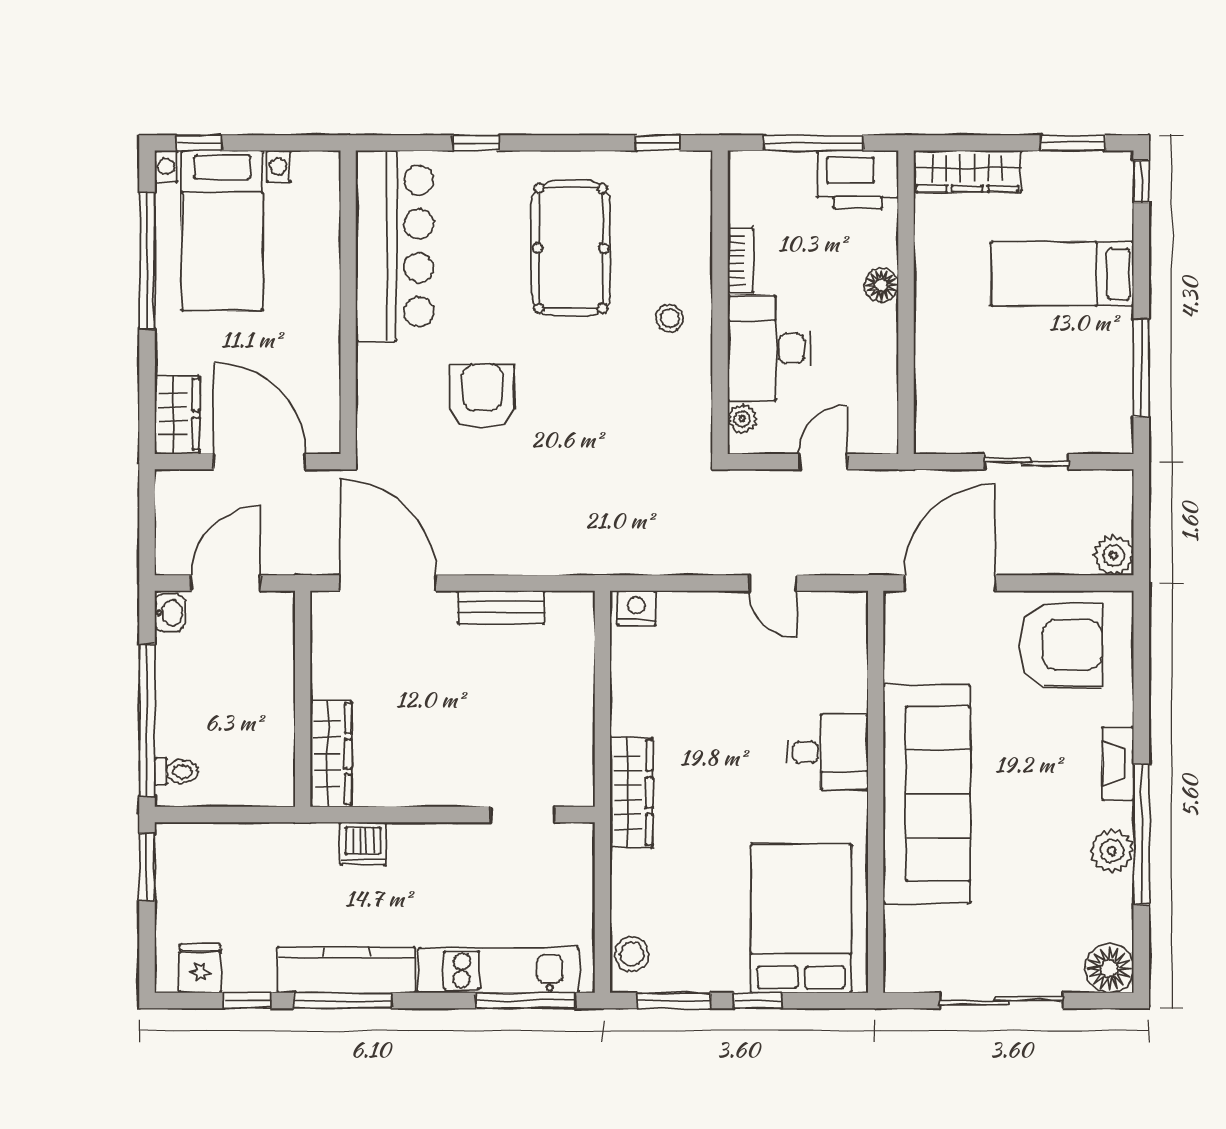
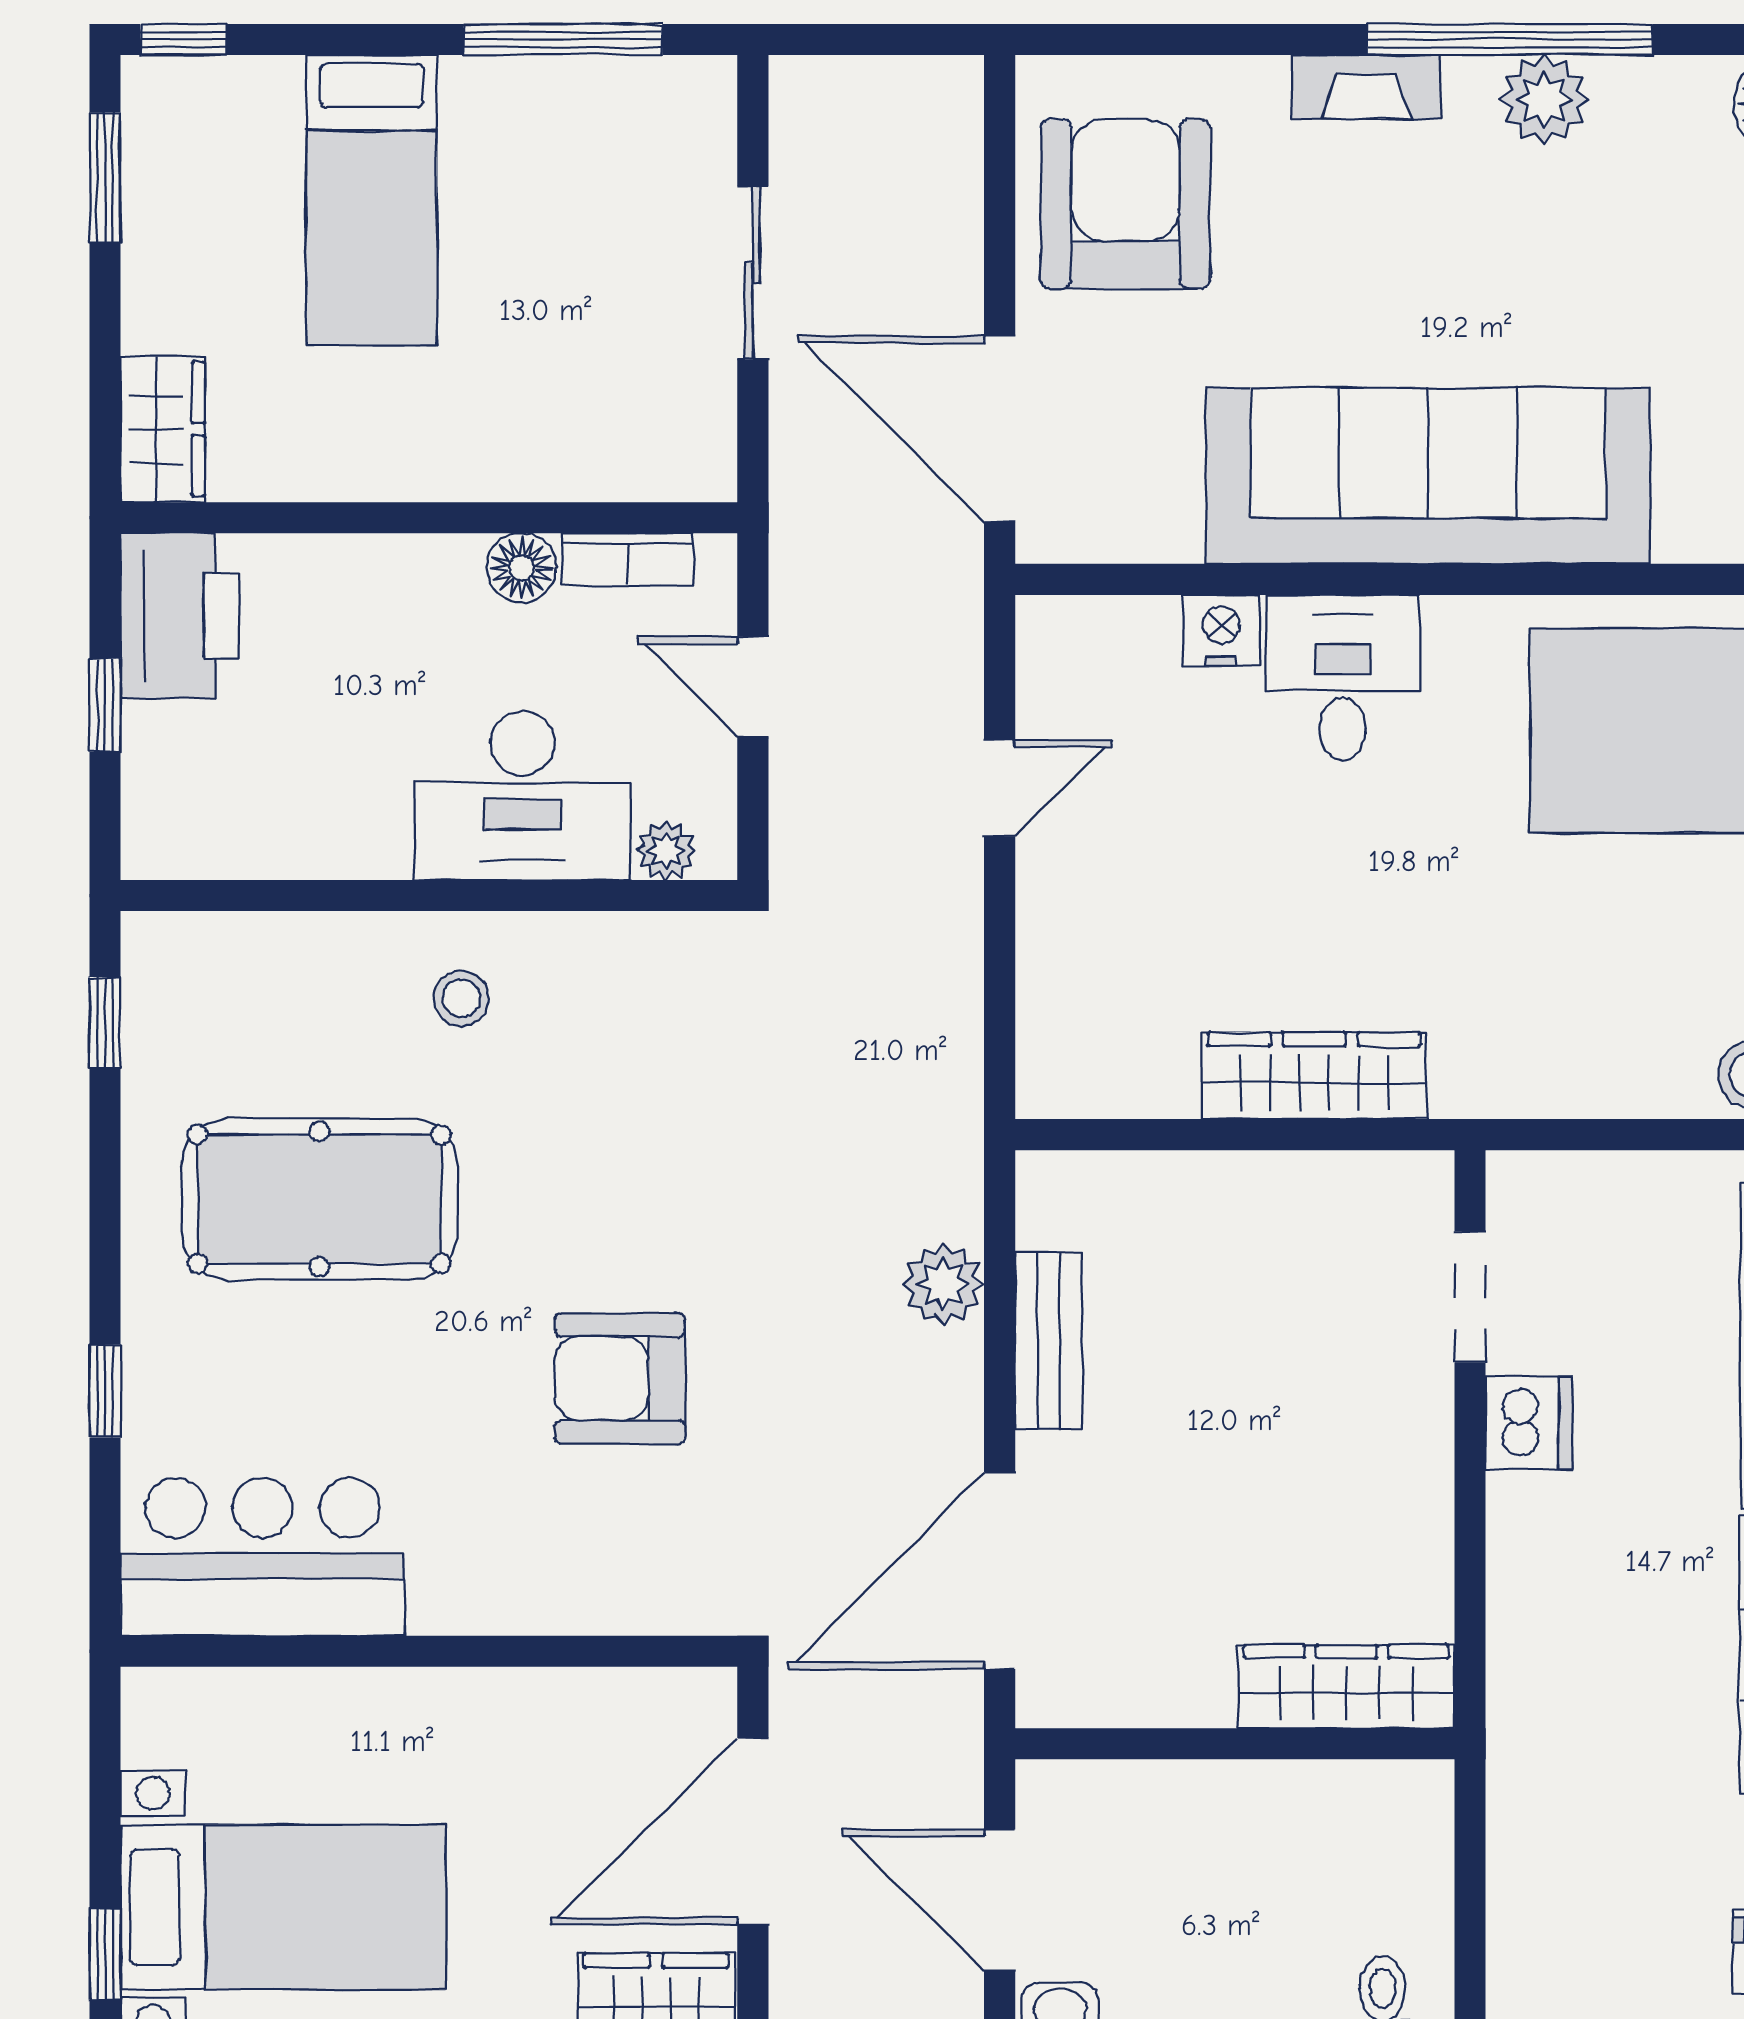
window: (814, 143) -> (105, 705), width x0.46
wardrobe: (967, 171) -> (163, 429), width x0.67
bar counter: (395, 246) -> (263, 1557), width x0.73
bookcase: (741, 260) -> (628, 559), moved, turned 180
floor lamp: (881, 285) -> (522, 568), moved
plant: (1114, 555) -> (943, 1284), moved
nightstand: (636, 608) -> (1221, 630), moved, turned 90
wardrobe: (631, 793) -> (1314, 1076), moved
dishwasher: (363, 844) -> (1529, 1423), moved

